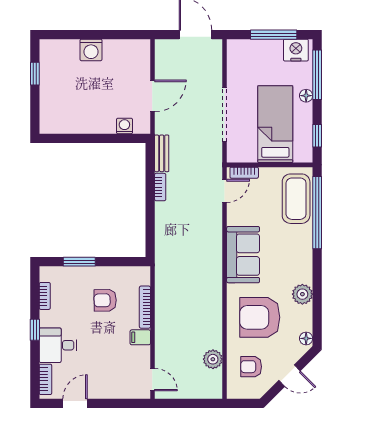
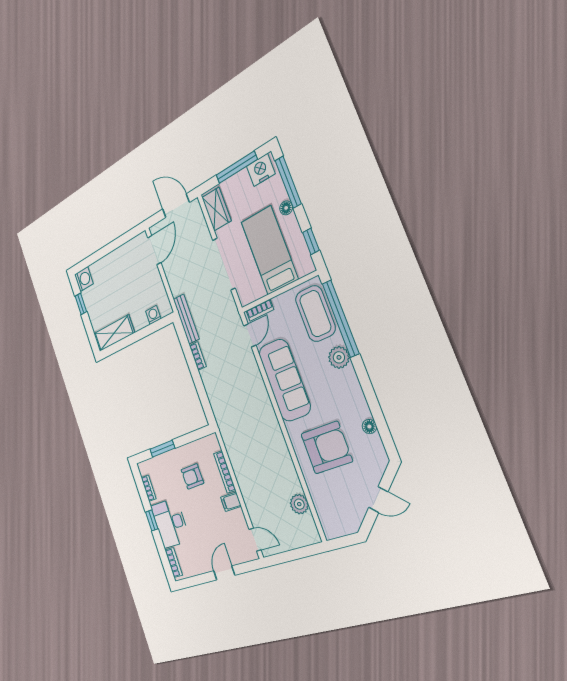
washing machine: (91, 50) -> (84, 279), moved, turned -90
wardrobe: (238, 61) -> (216, 209), added
door: (152, 96) -> (154, 250), moved
shelving: (67, 123) -> (114, 333), added
bench: (162, 153) -> (186, 319), width x1.36
sofa: (243, 255) -> (284, 380), width x1.36
plant: (302, 294) -> (339, 357), moved
armchair: (260, 317) -> (327, 448), turned 180
floor lamp: (306, 338) -> (369, 427), moved
desk: (58, 345) -> (170, 523), width x1.37
armchair: (251, 367) -> (337, 501), removed
door: (75, 403) -> (224, 573), moved

